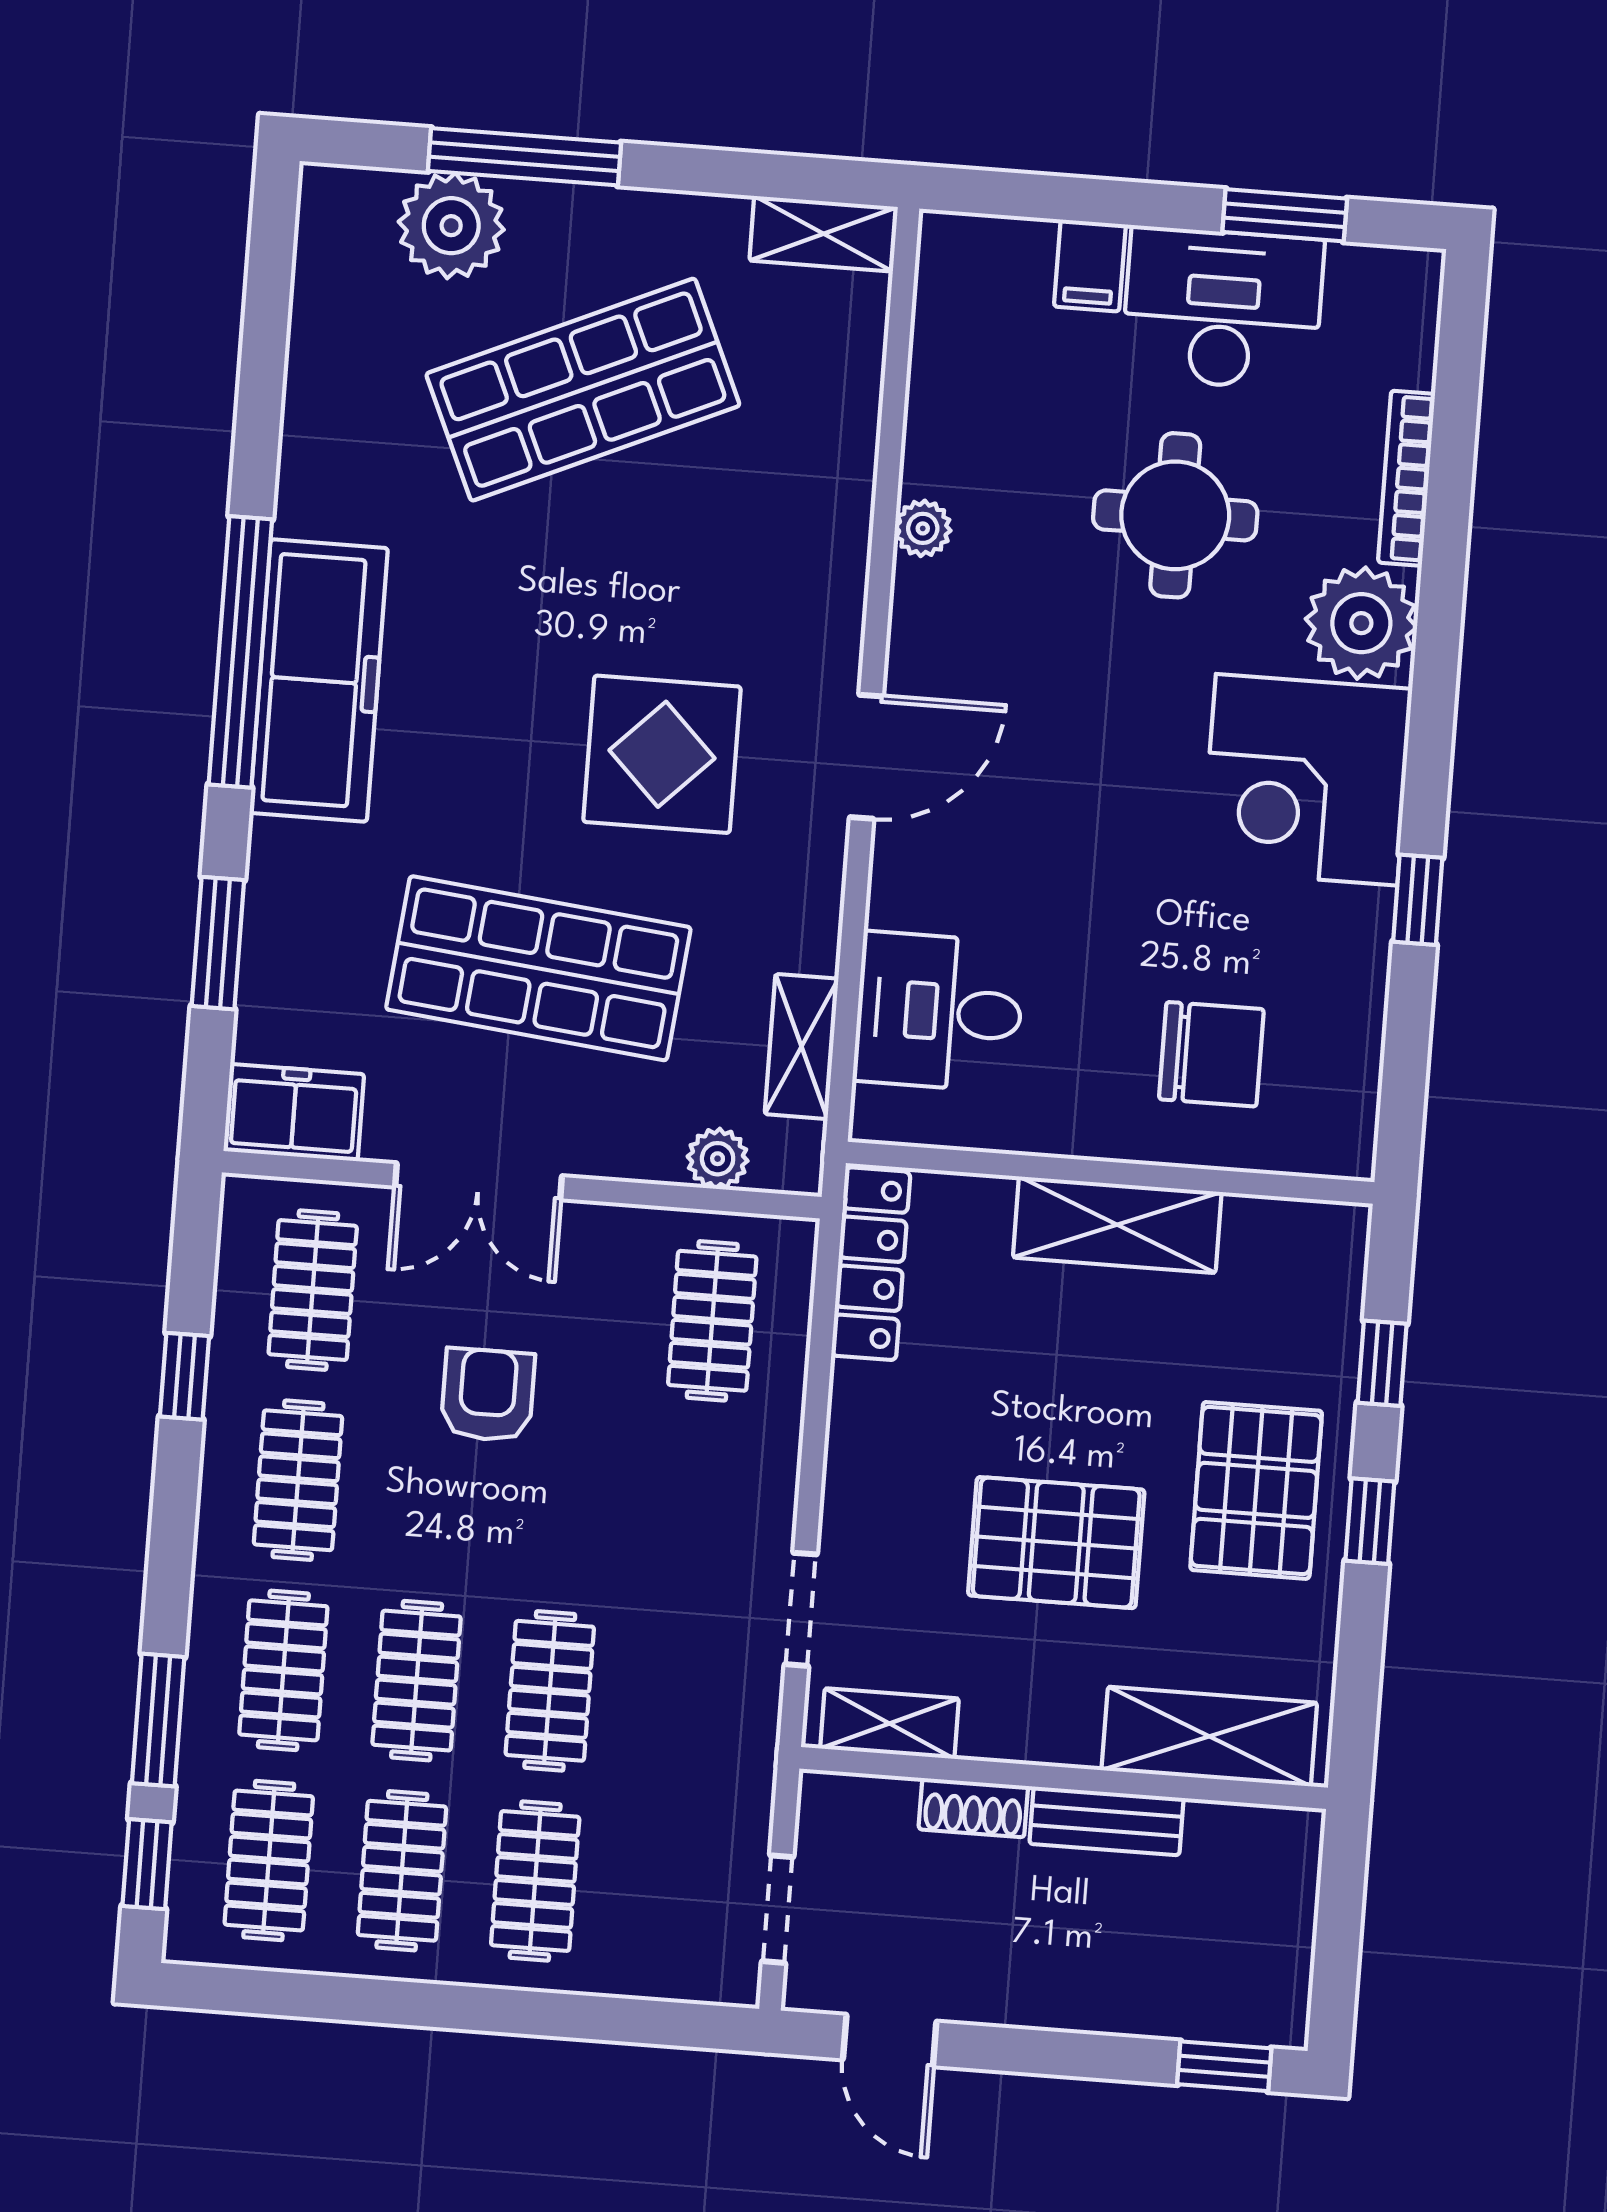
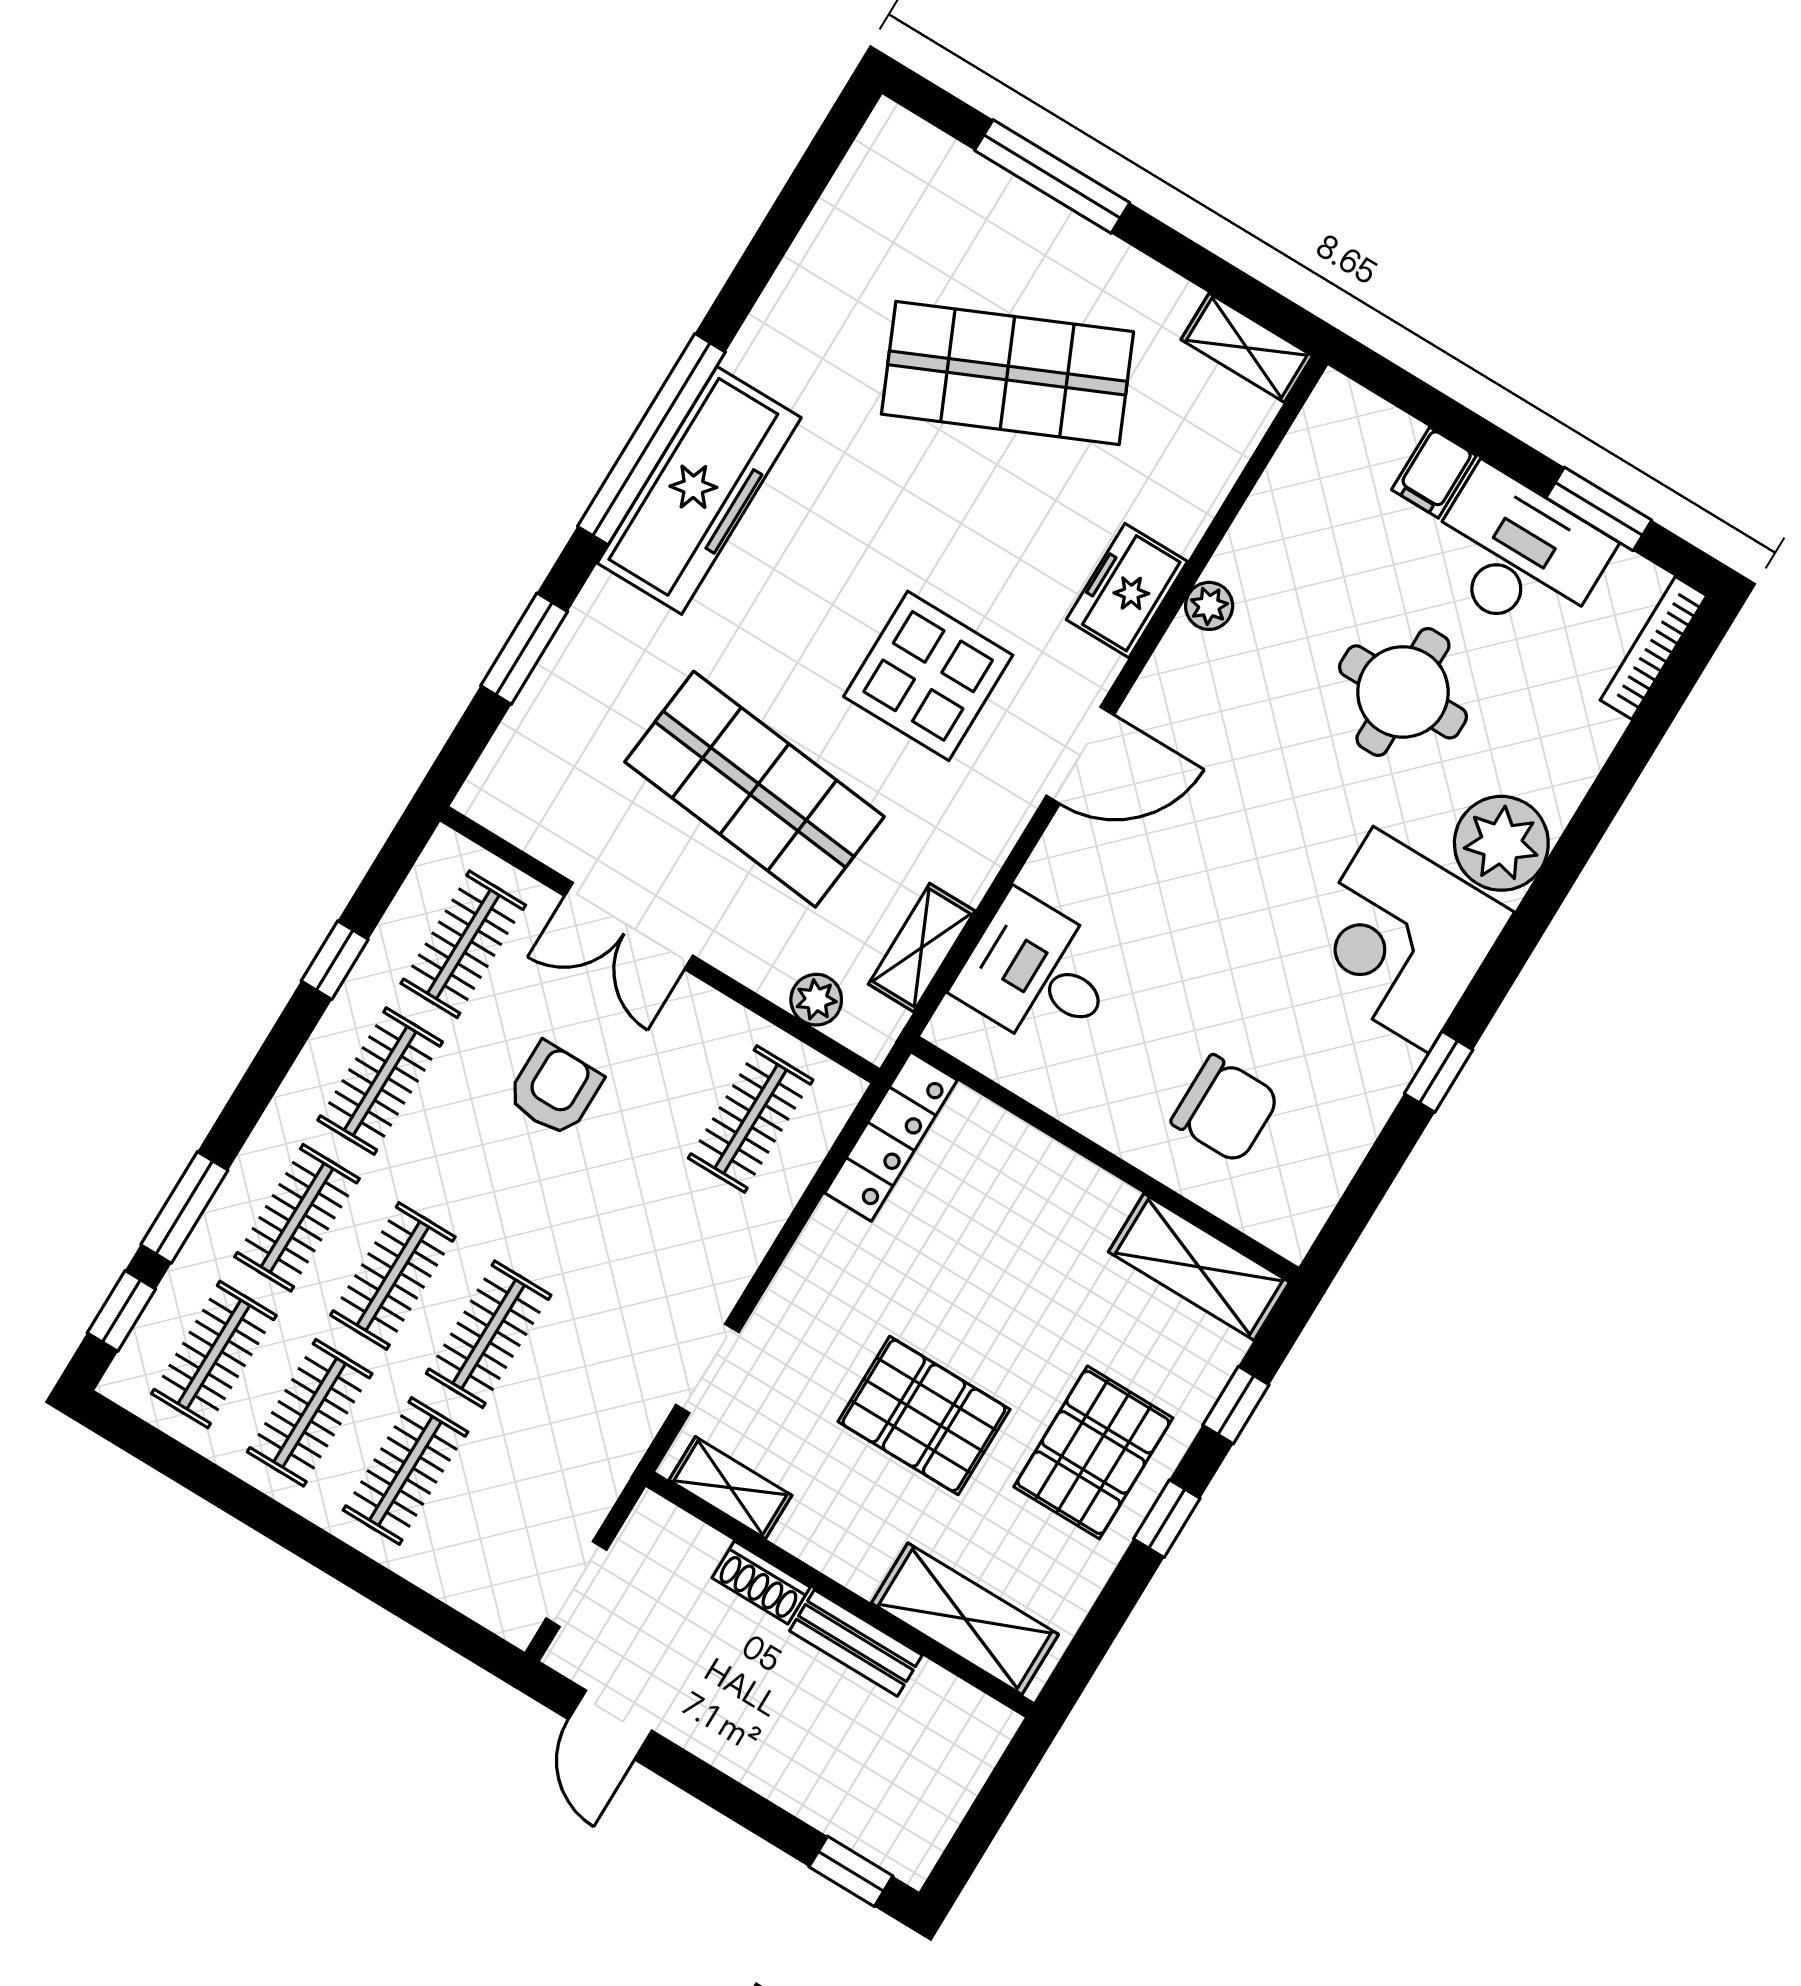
plant: (451, 226) -> (971, 200), removed
bookcase: (1407, 478) -> (1654, 648), moved
freezer: (294, 1113) -> (1127, 591), moved, turned -90
shelving: (1117, 1225) -> (1199, 1267), moved

